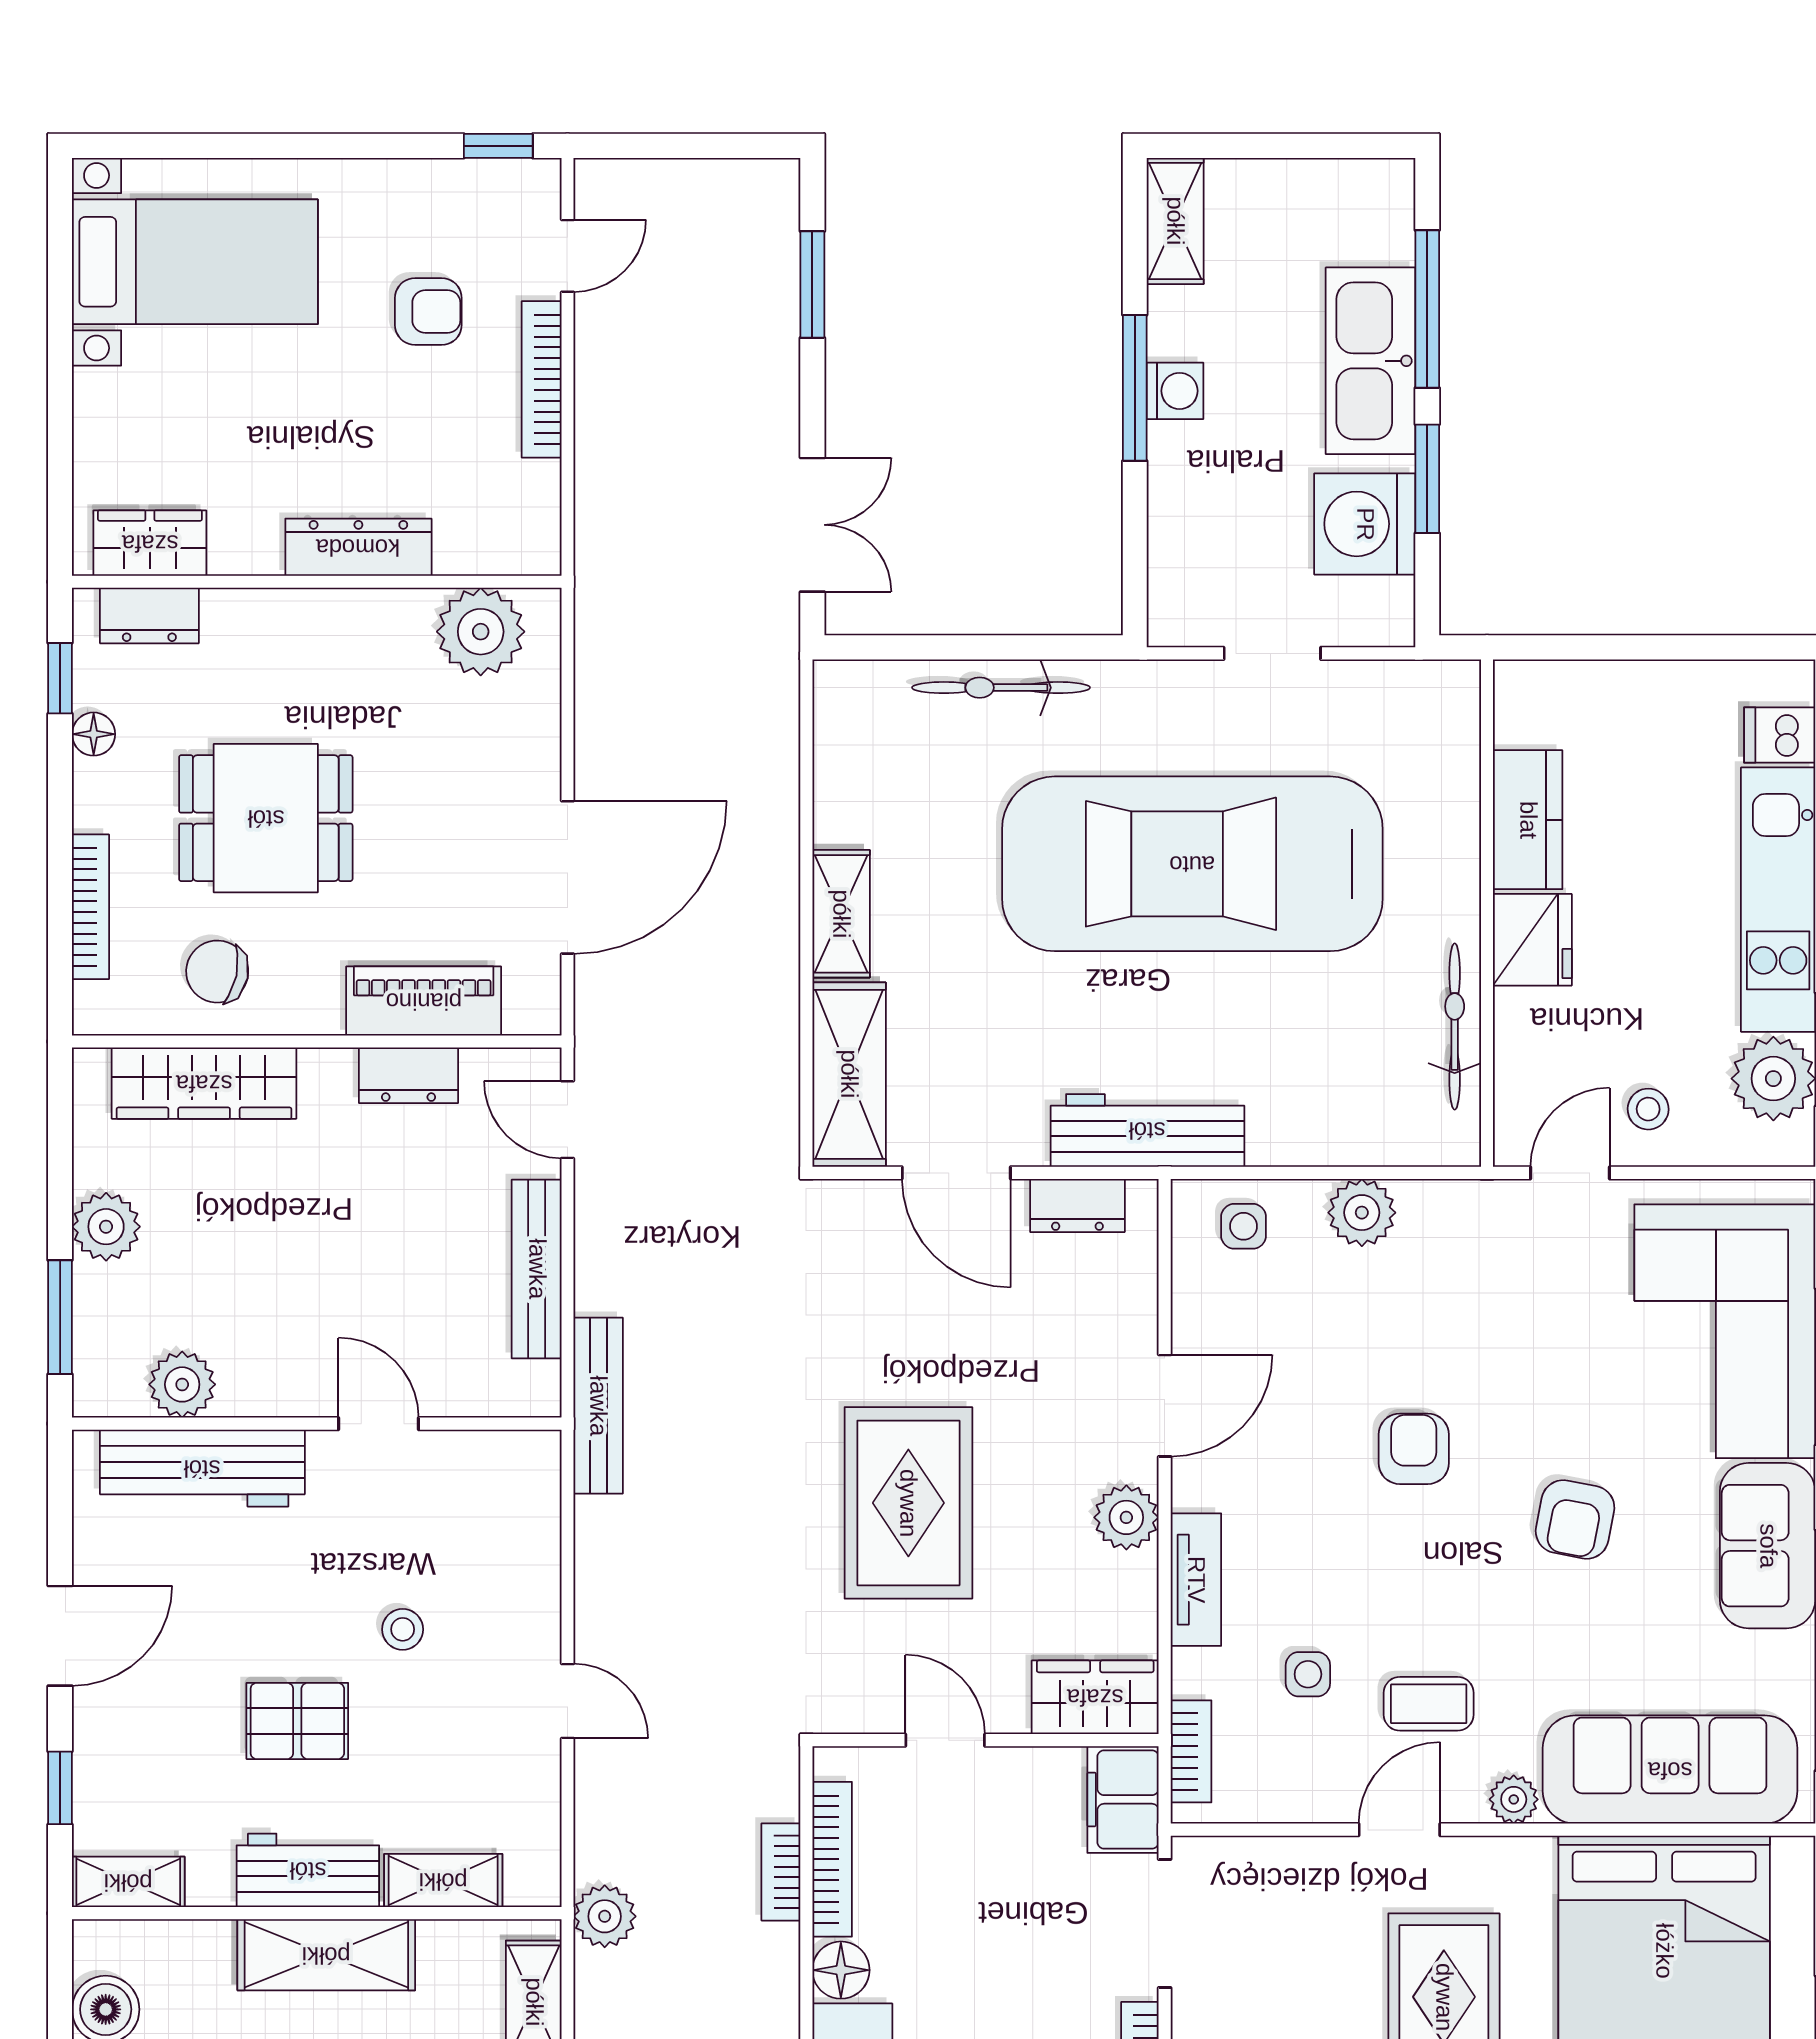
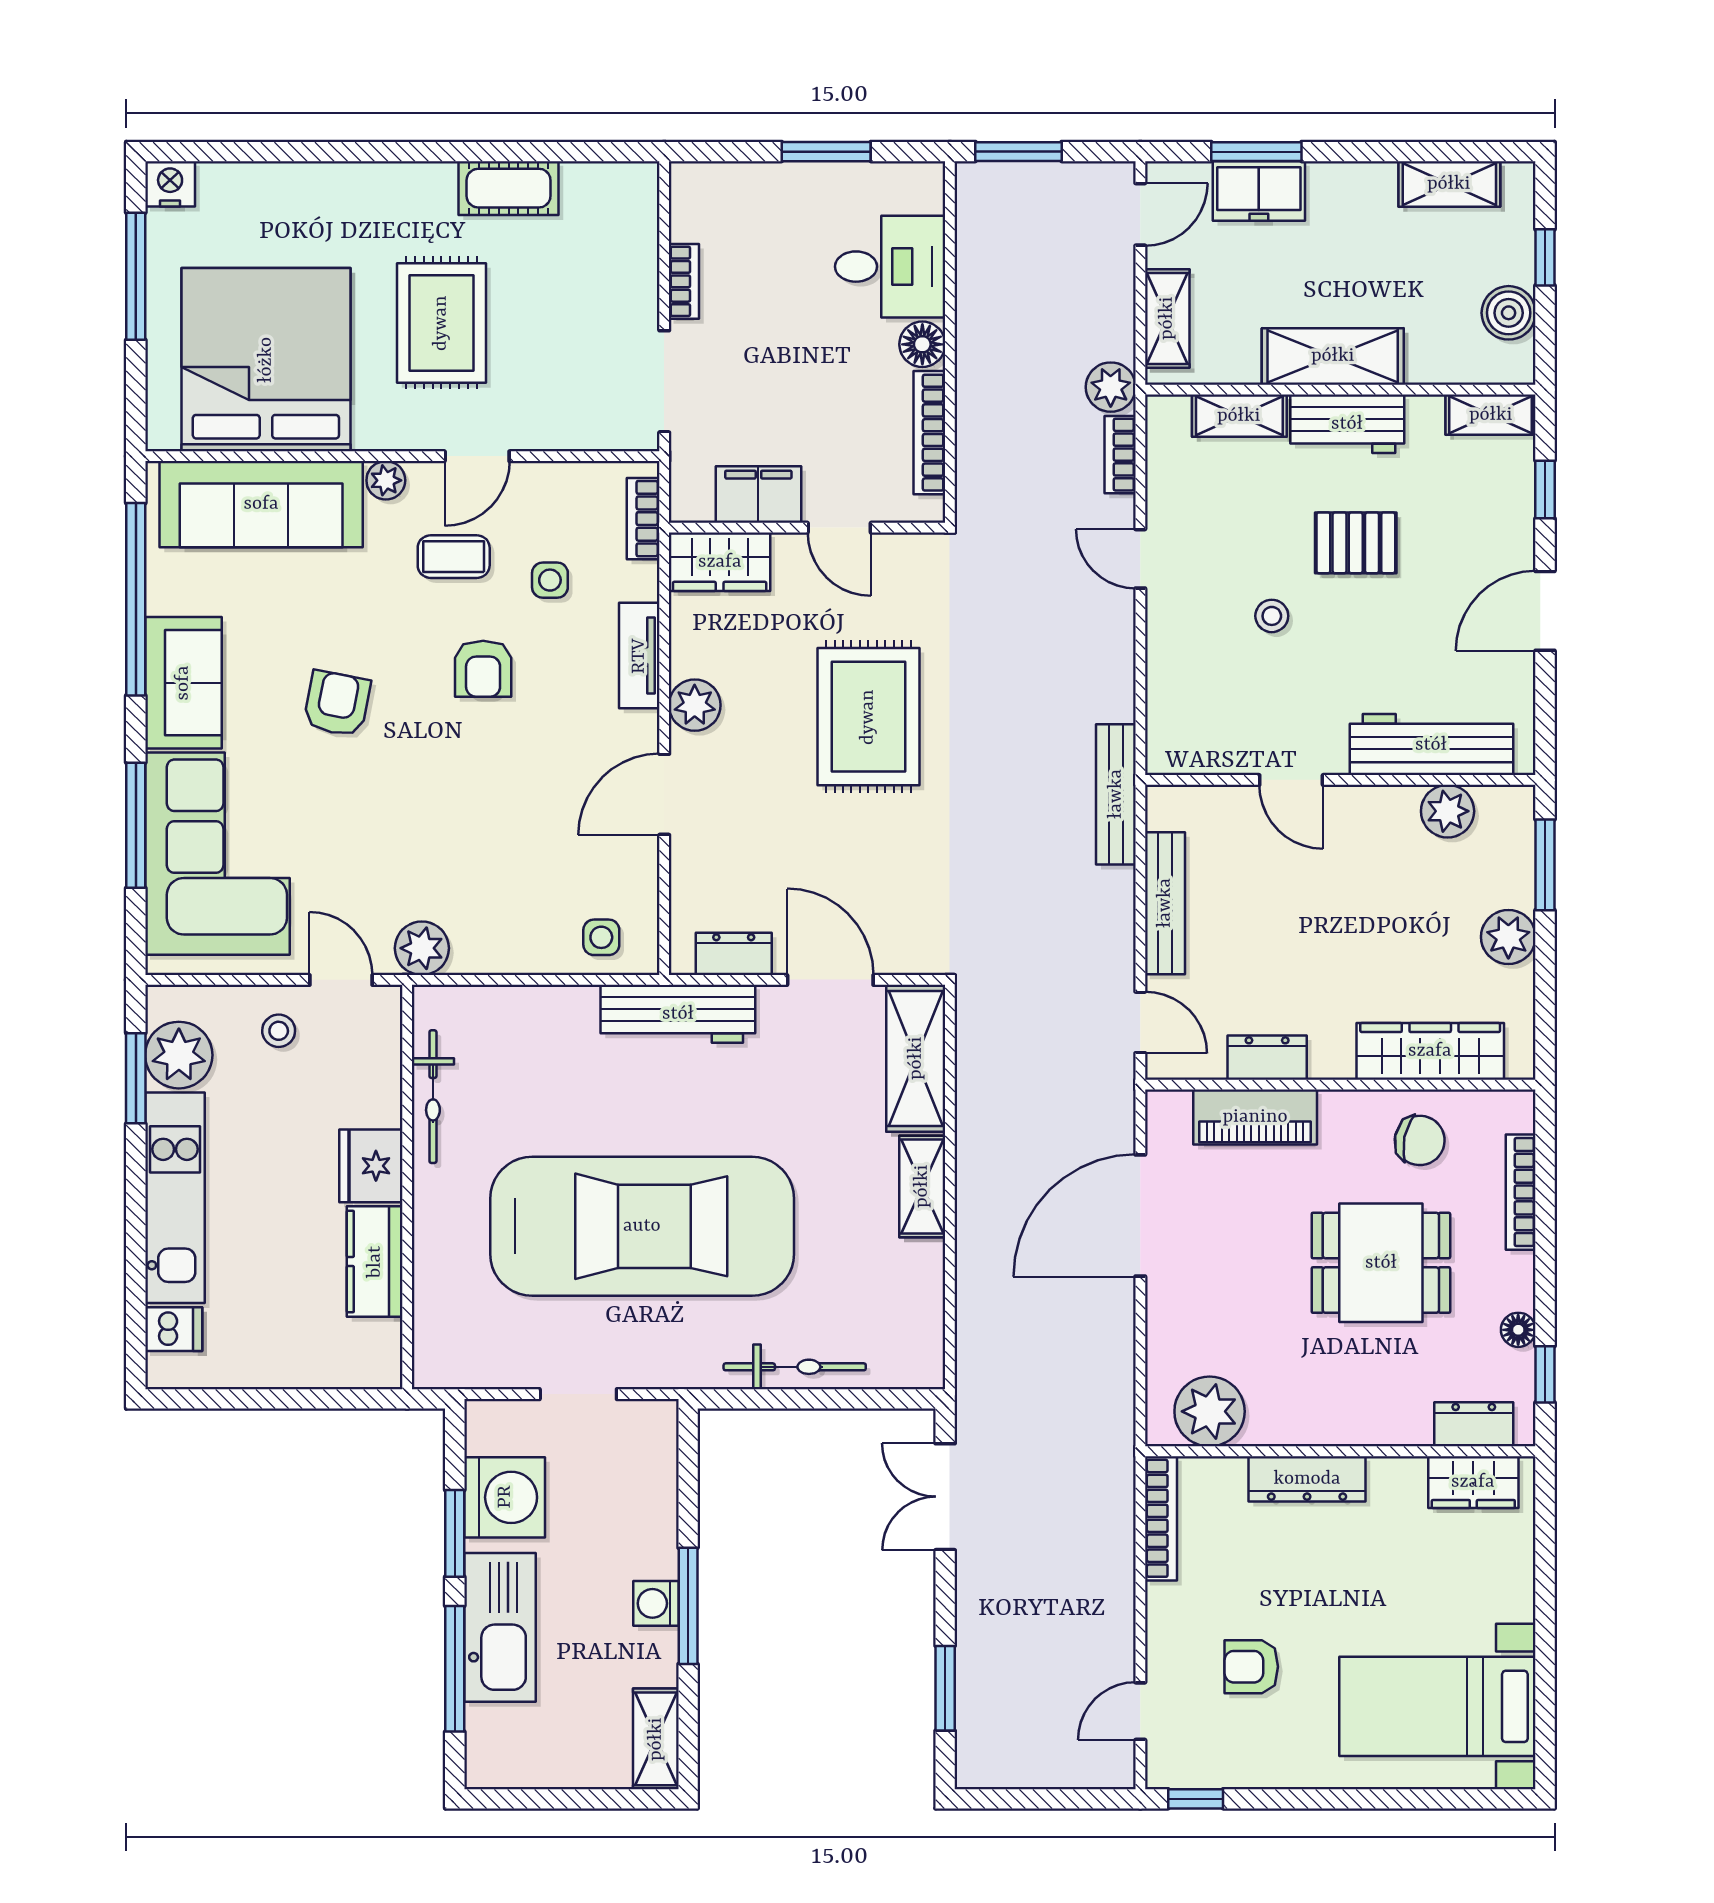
bookcase: (542, 379) -> (1161, 1518), moved
door: (1570, 1173) -> (341, 980), swing flipped
plant: (1362, 1213) -> (422, 948), moved
armchair: (1414, 1449) -> (483, 669), moved
filing cabinet: (1123, 1799) -> (758, 494), moved, turned -90
bookcase: (781, 1872) -> (1120, 455), moved, turned 180

